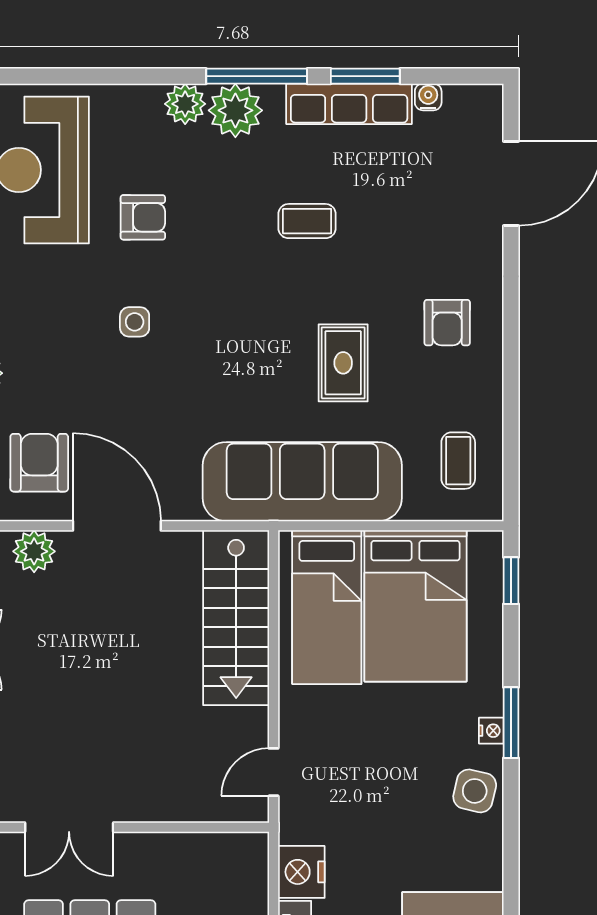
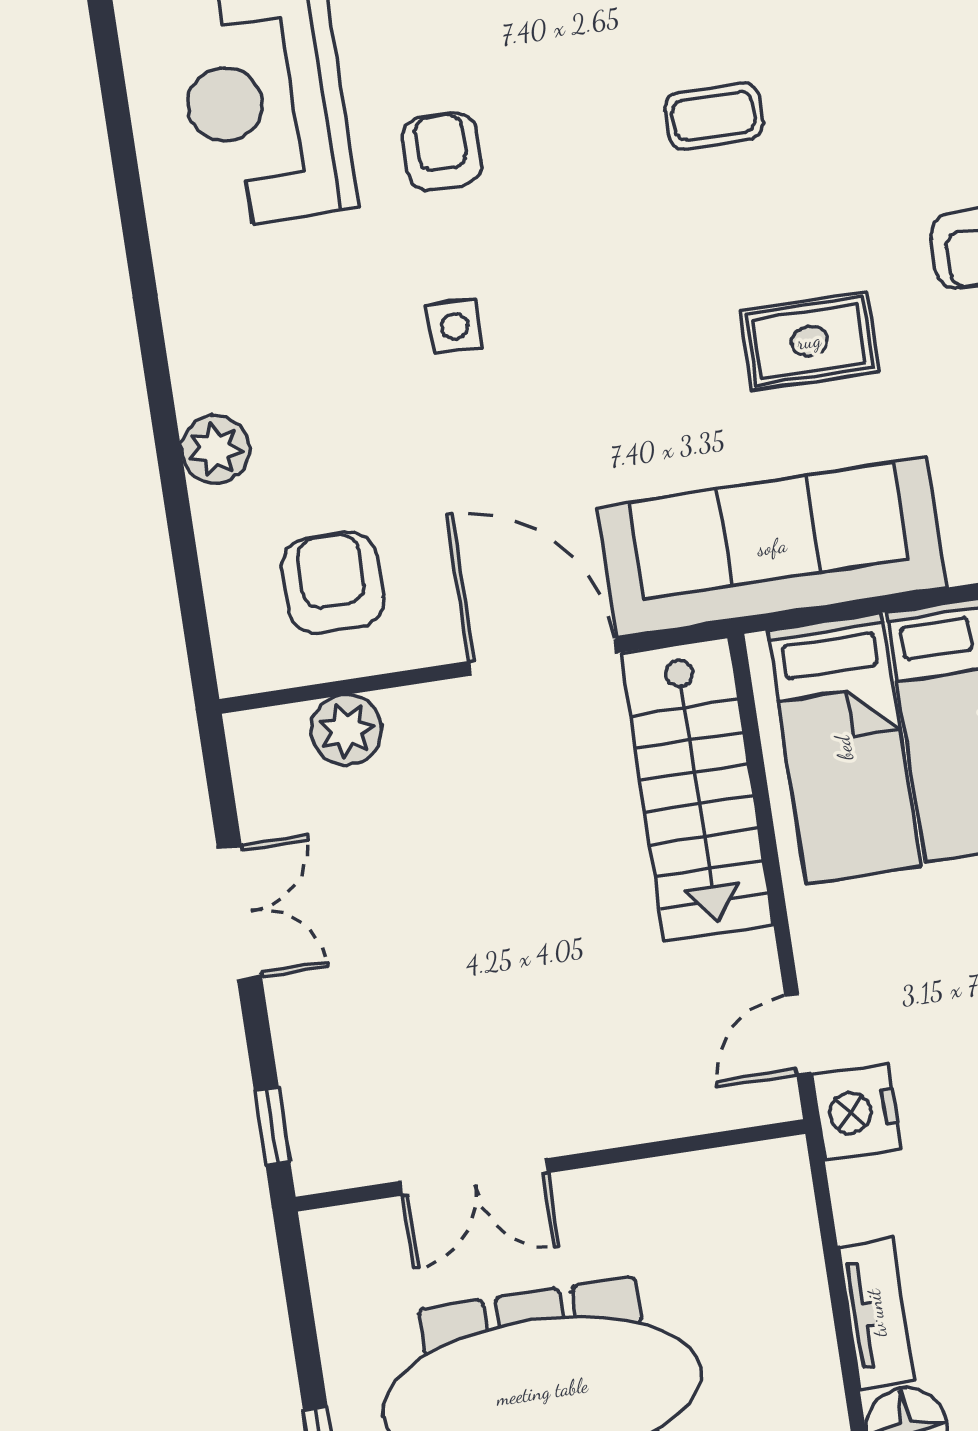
armchair: (143, 217) -> (442, 151), turned -90
rug: (343, 363) -> (809, 341), turned 90
door: (117, 526) -> (543, 657), moved
nightstand: (301, 872) -> (857, 1112), moved

